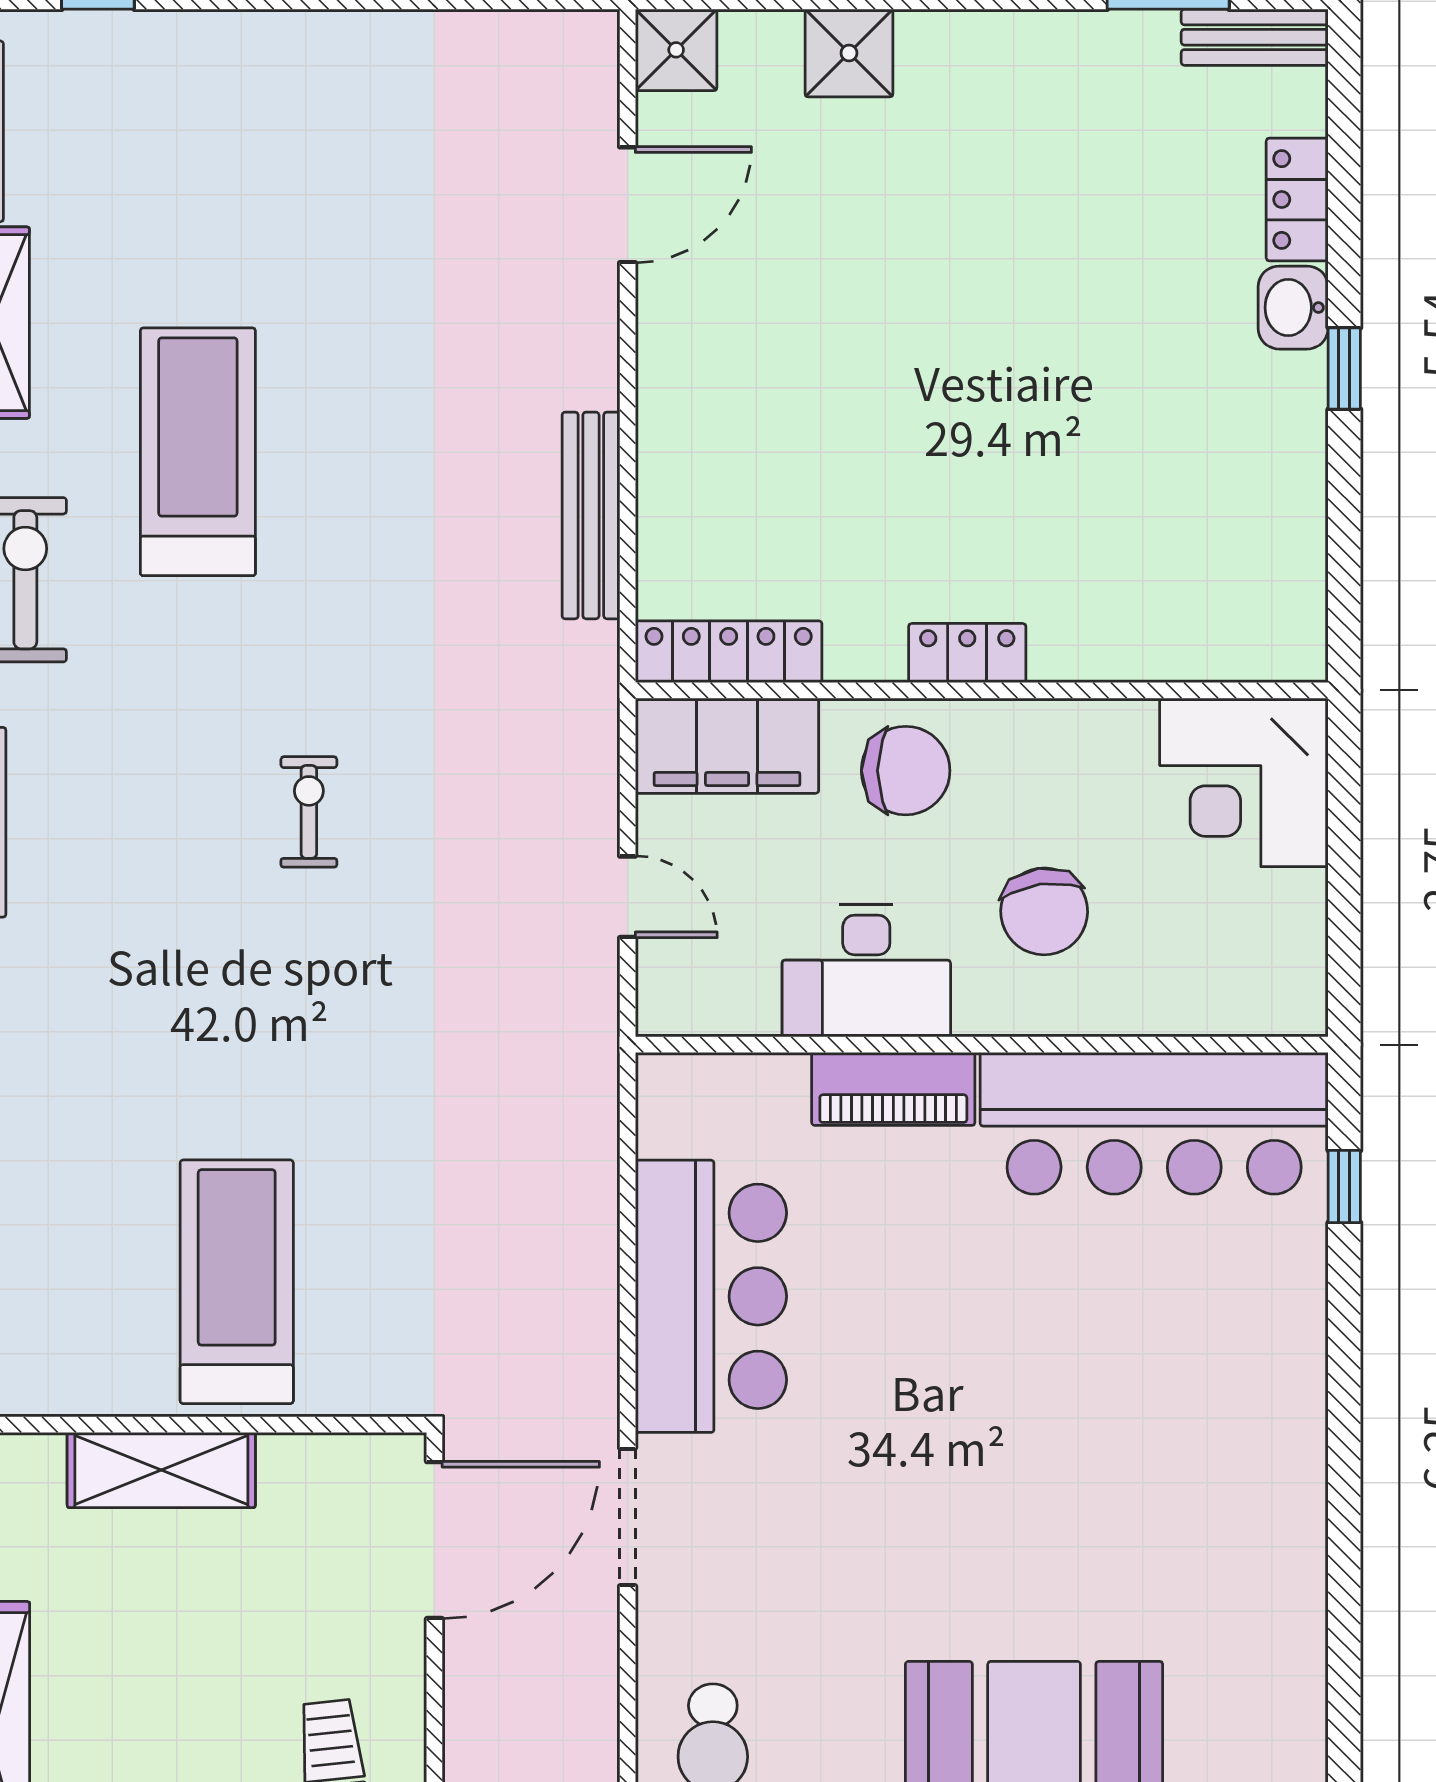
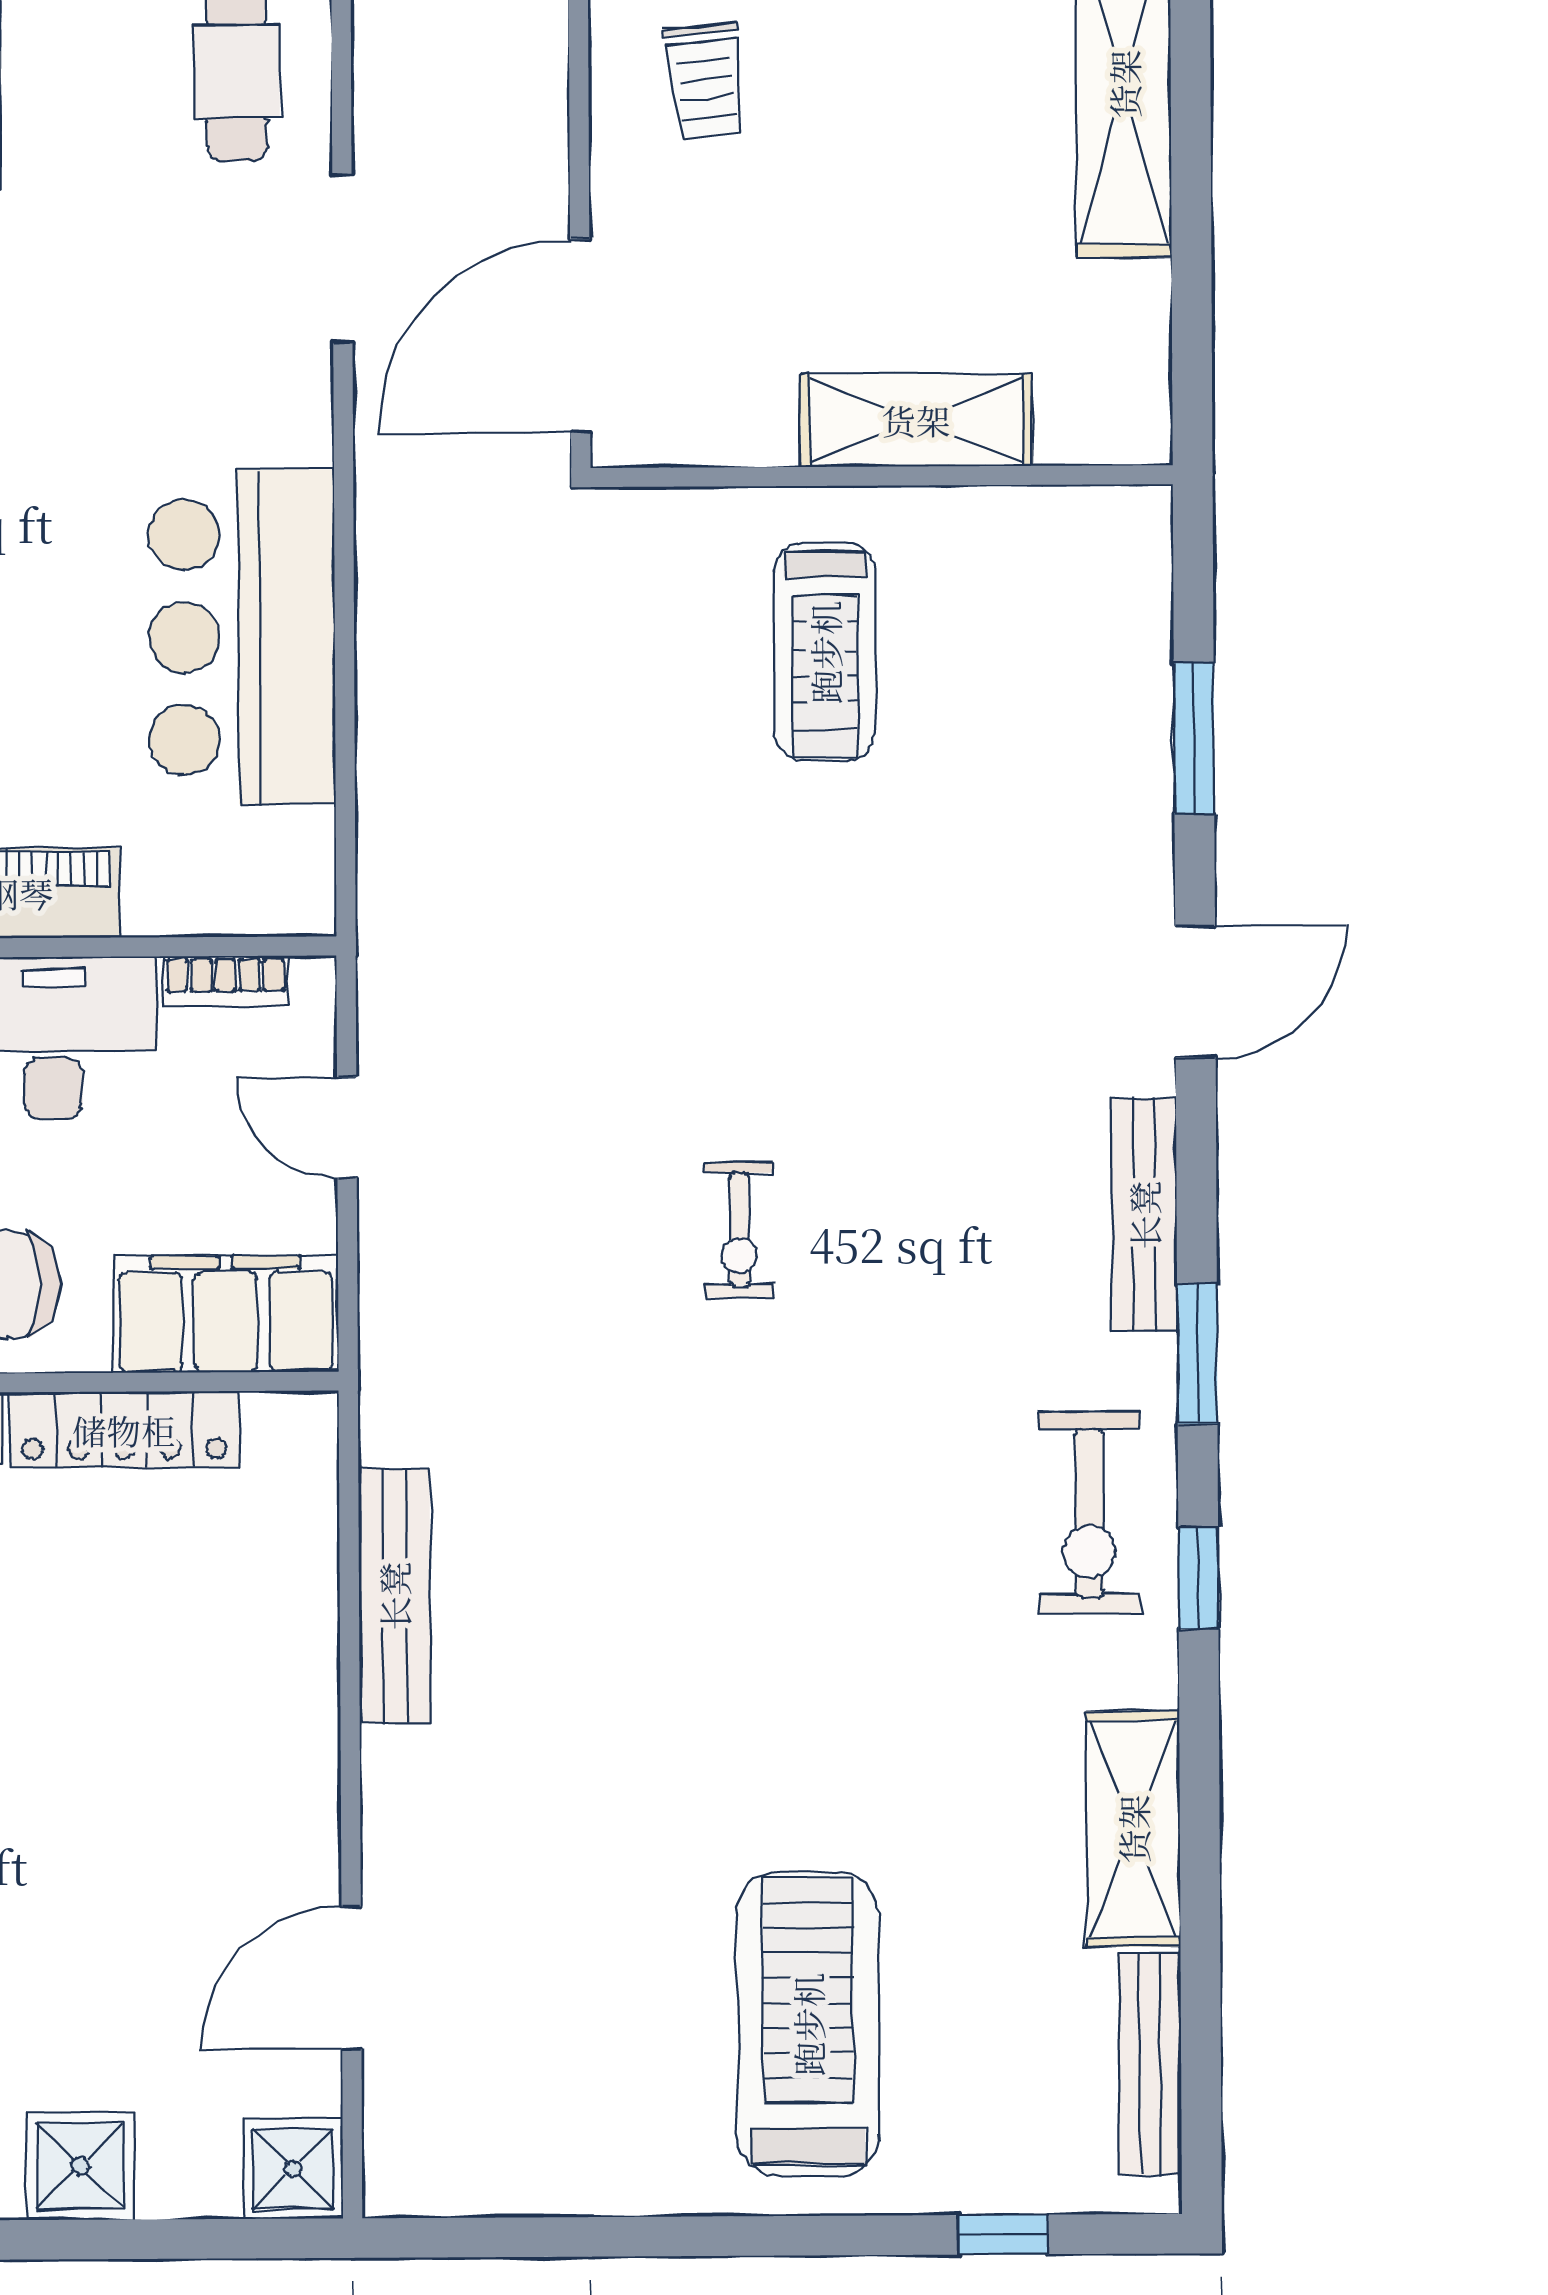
treadmill: (198, 452) -> (808, 2024), moved, turned 180
locker: (729, 652) -> (124, 1430), moved
bookcase: (726, 1016) -> (226, 981), added
treadmill: (237, 1282) -> (825, 652), width x0.73, depth x0.73
doorway: (628, 1517) -> (342, 259), moved

